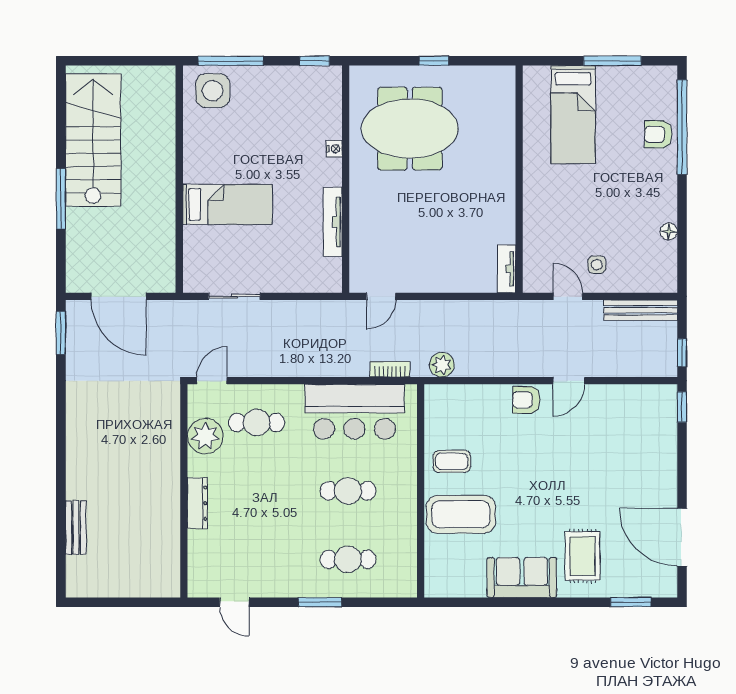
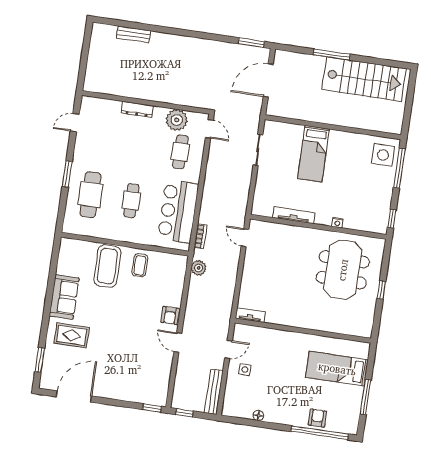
armchair: (526, 400) -> (170, 315), turned 180
cafe table: (348, 559) -> (90, 195), width x1.37, depth x1.35

